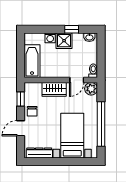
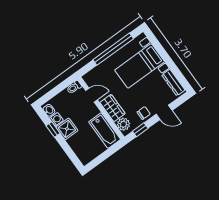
washing machine: (50, 38) -> (56, 119), moved
bathtub: (32, 61) -> (105, 131), moved, turned -90
plant: (91, 89) -> (123, 124), moved

